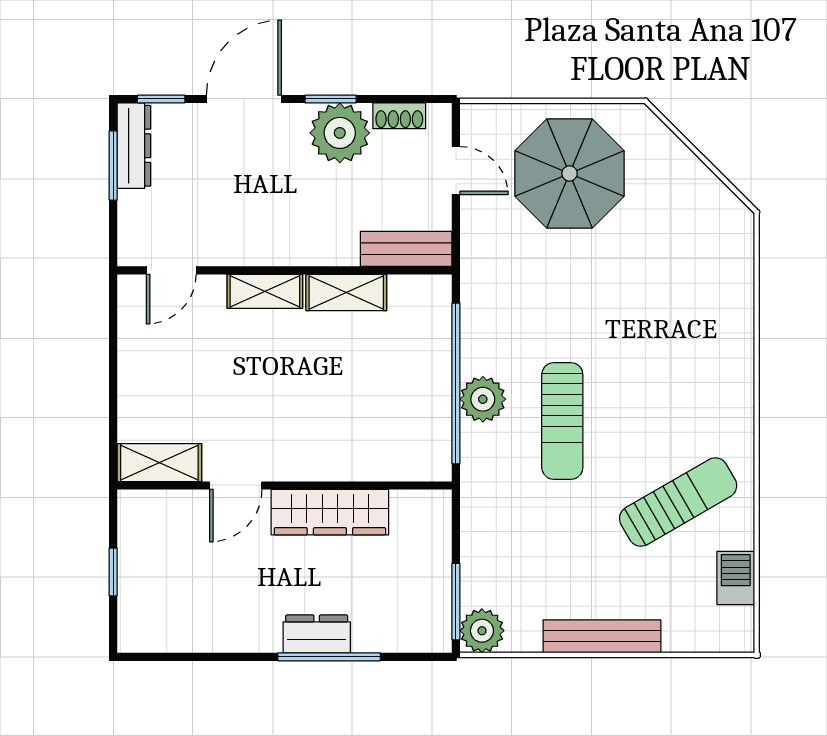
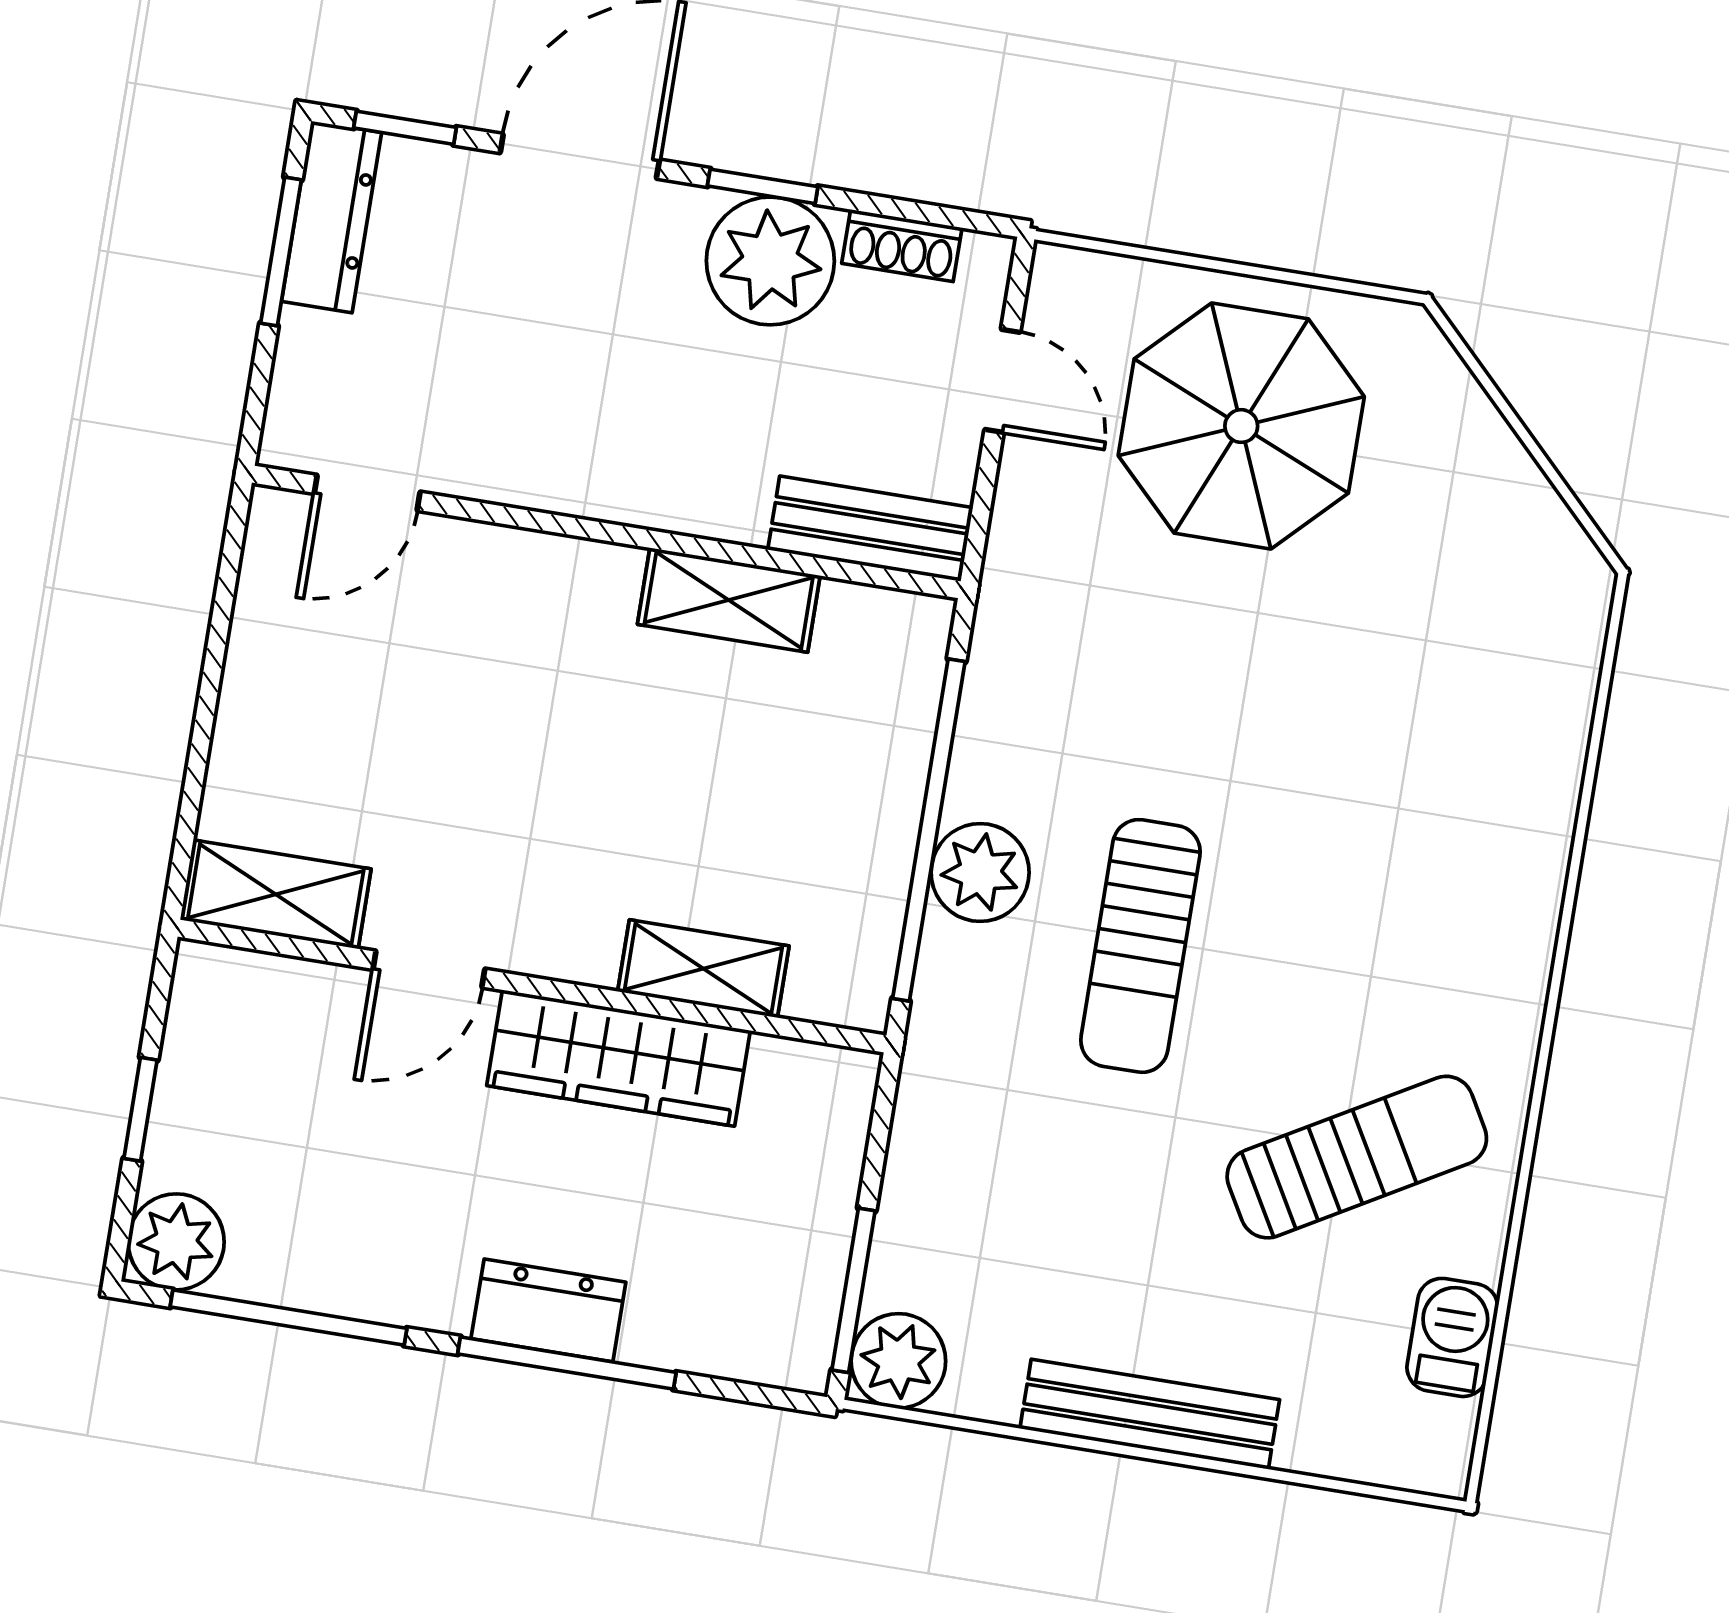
shelving: (265, 291) -> (703, 969), moved
plant: (140, 630) -> (176, 1242), added
window: (197, 657) -> (288, 1318), added

